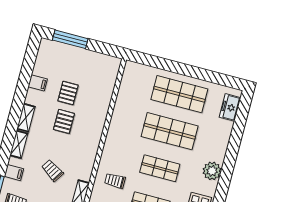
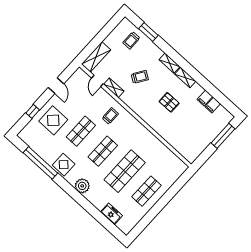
pallet: (68, 93) -> (187, 115), removed
shop shelf: (179, 94) -> (146, 191), width x0.70, depth x0.74
freezer: (230, 107) -> (111, 214), moved
filing cabinet: (14, 173) -> (213, 105), moved

